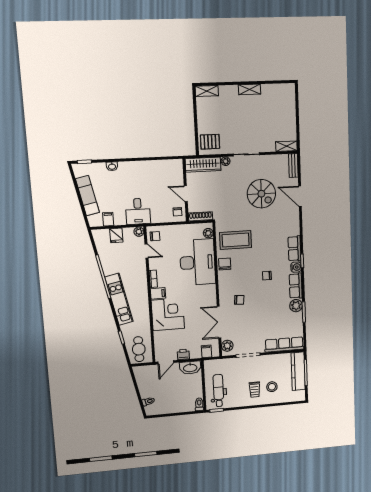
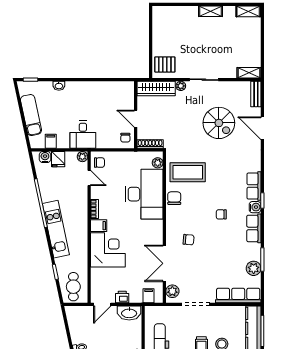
shelving: (207, 91) -> (248, 11), moved
water cooler: (104, 234) -> (45, 157), added
plant: (296, 306) -> (254, 268), moved

